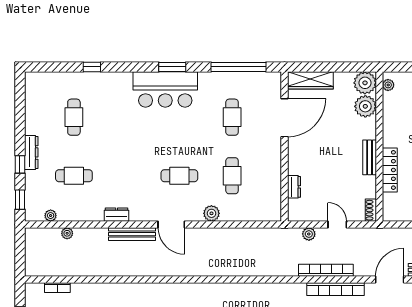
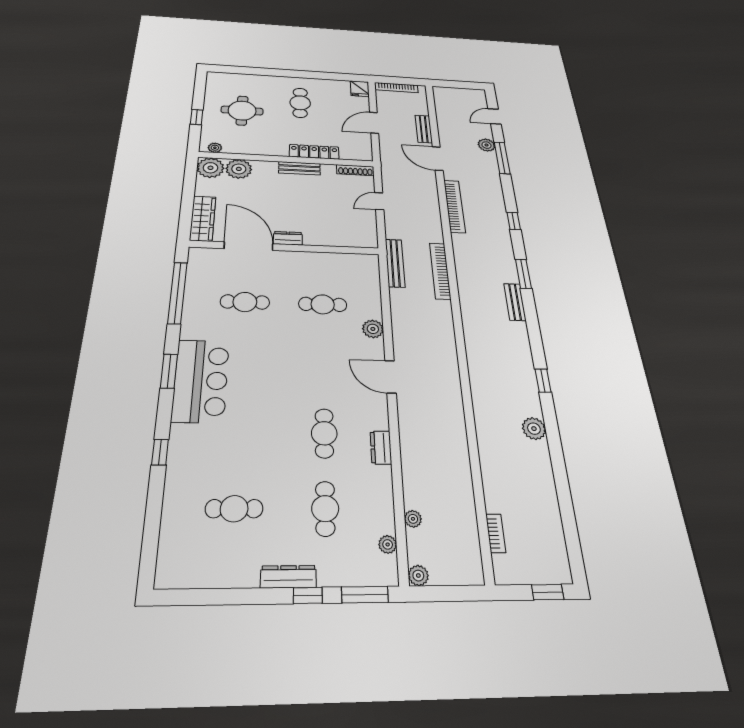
window: (92, 67) -> (160, 452), moved
cafe table: (179, 176) -> (324, 433), moved
dresser: (294, 187) -> (288, 238), moved
window: (20, 200) -> (365, 595), width x1.50
shoe rack: (371, 210) -> (355, 170), width x1.43
door: (171, 224) -> (391, 377), swing flipped
bench: (132, 234) -> (395, 263), moved
plant: (309, 234) -> (418, 576), moved
bookcase: (326, 270) -> (440, 271), moved

